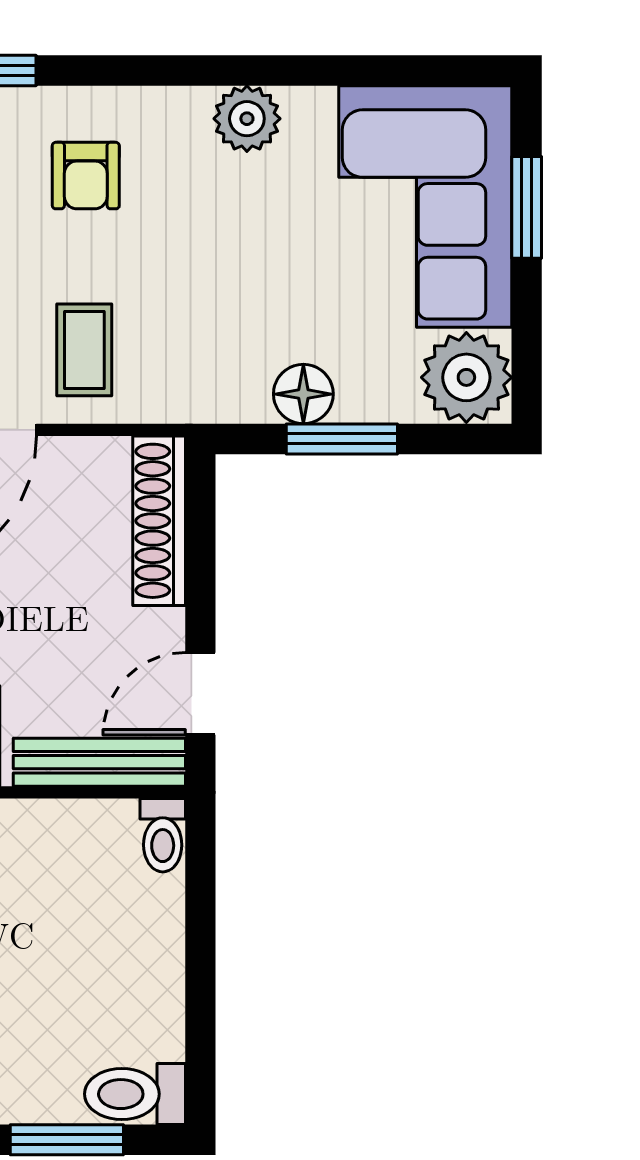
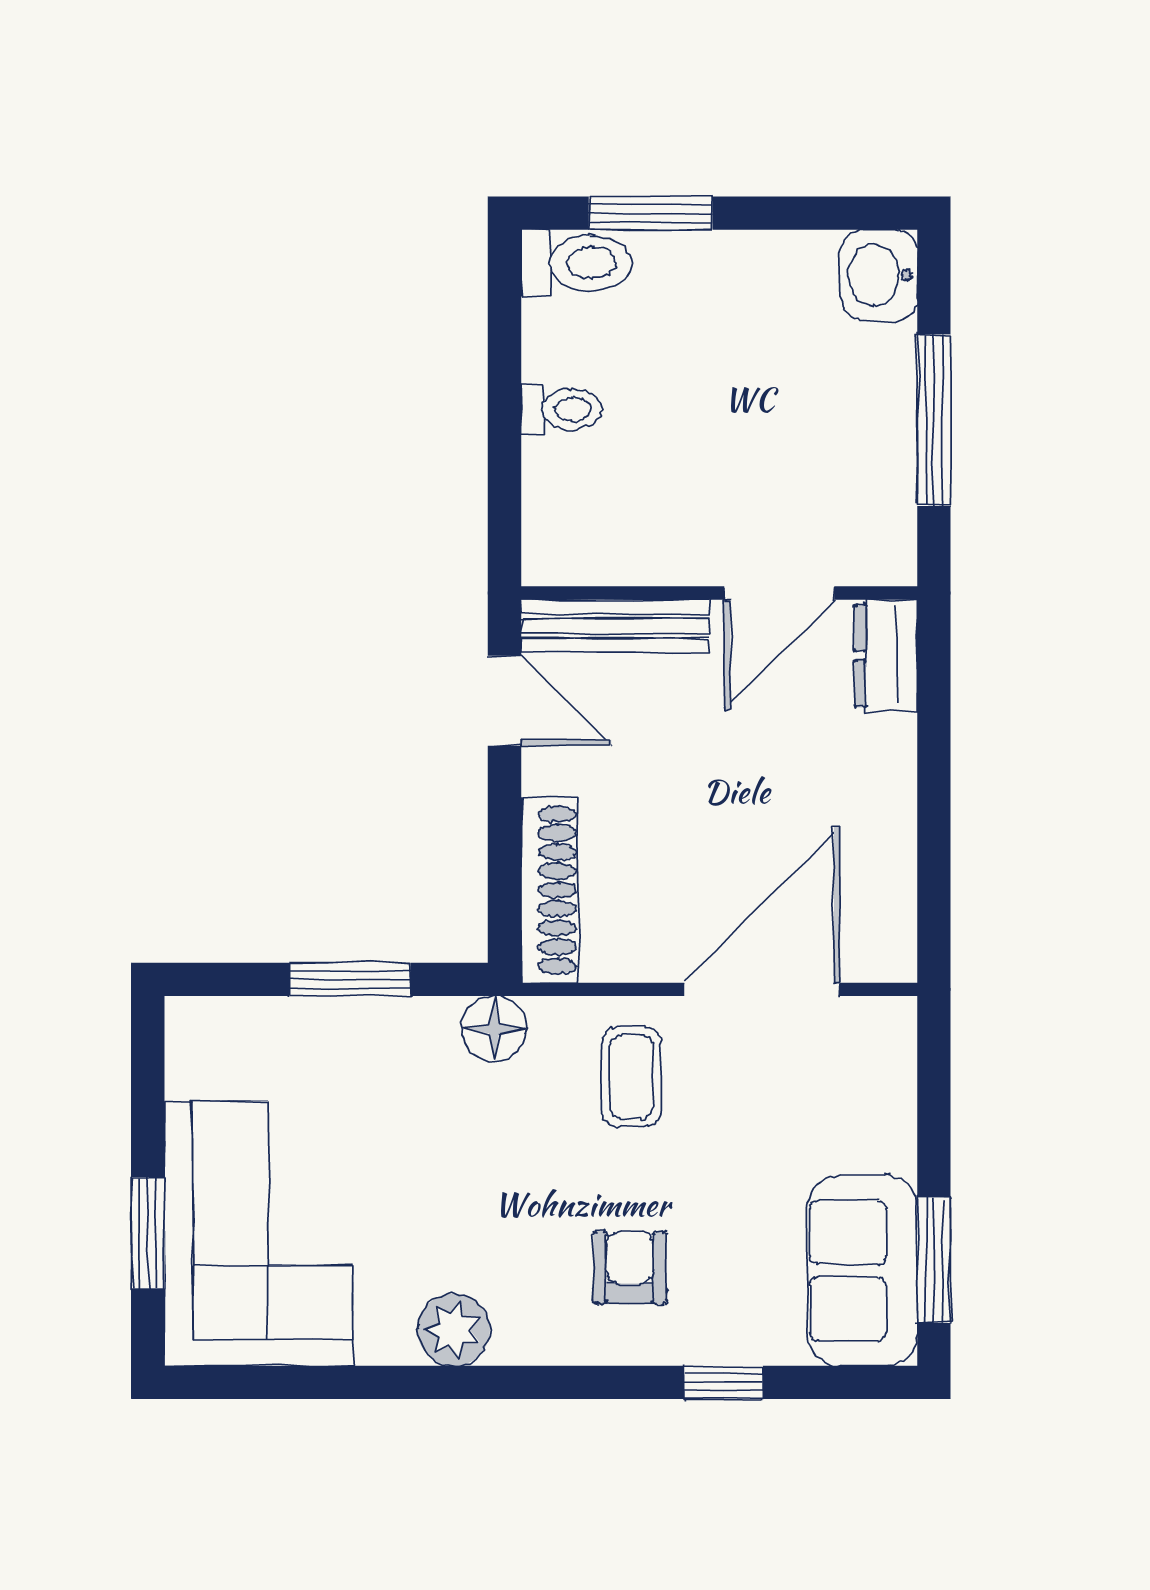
plant: (466, 377) -> (214, 1047), removed
floor lamp: (303, 394) -> (494, 1029), moved
door: (200, 694) -> (505, 701), hinge flipped
toilet: (163, 835) -> (561, 409), moved, turned 90

